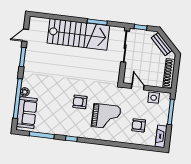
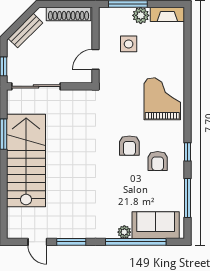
side table: (154, 98) -> (129, 44), moved
grand piano: (106, 117) -> (162, 99), moved
plant: (163, 119) -> (141, 15), added
armchair: (139, 125) -> (158, 161), moved

